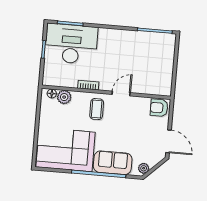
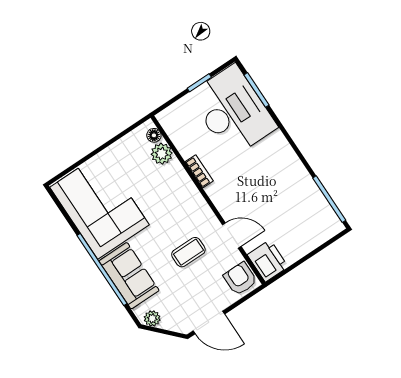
printer: (161, 87) -> (268, 261), added
door: (121, 94) -> (232, 236), moved
coffee table: (97, 109) -> (188, 252), moved
door: (169, 141) -> (209, 323), hinge flipped

